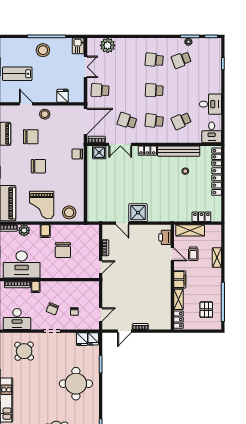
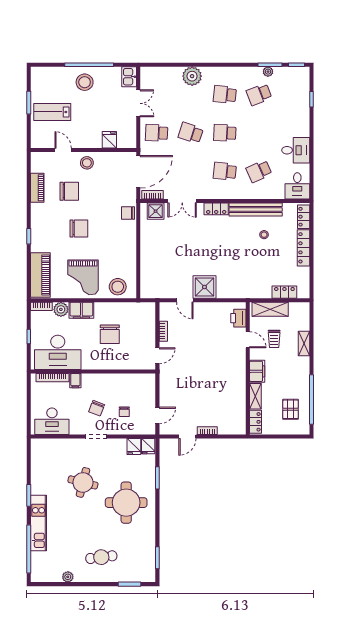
plant: (108, 45) -> (192, 76), moved
school desk: (127, 121) -> (191, 133), moved
filing cabinet: (45, 231) -> (81, 310), width x2.00
round table: (24, 351) -> (83, 482), moved, turned -30

